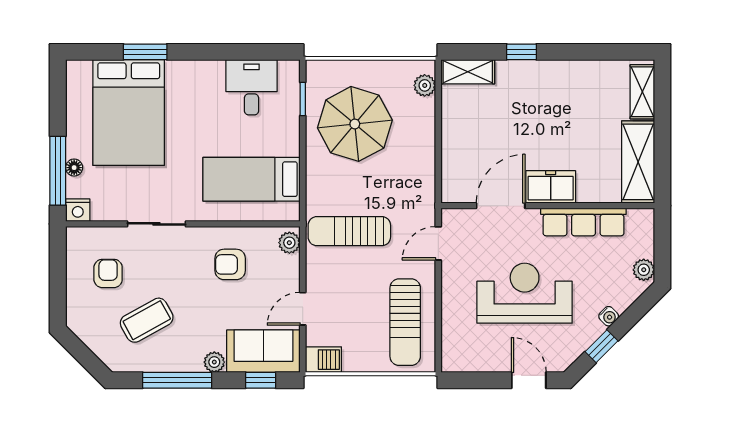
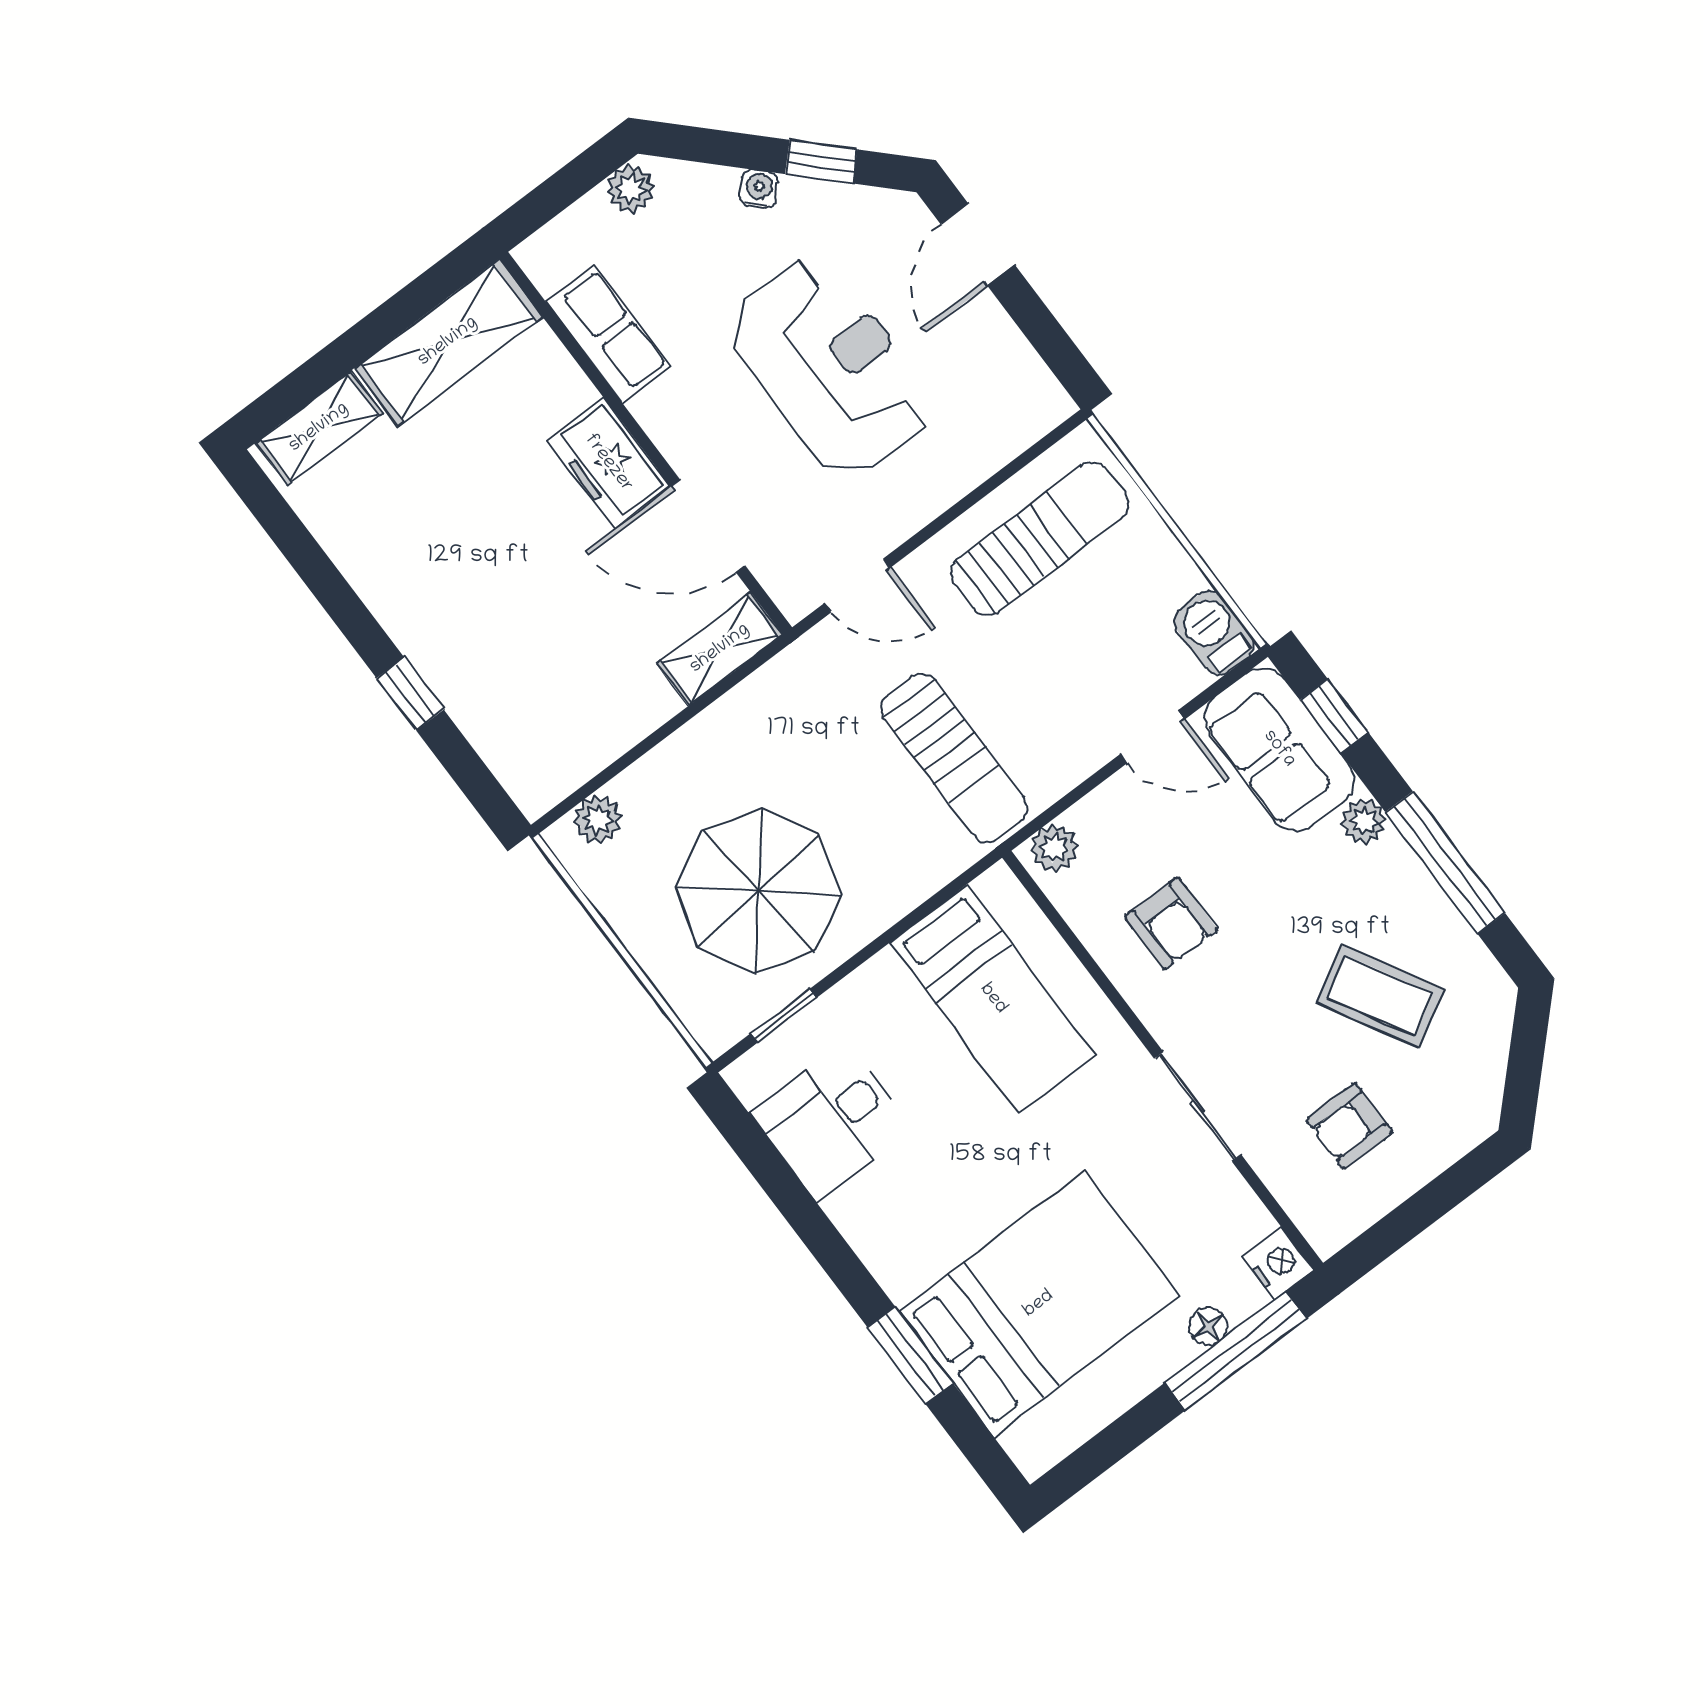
shelving: (468, 72) -> (720, 649), moved, turned 90
row of seats: (583, 222) -> (608, 334), width x0.68
reception desk: (525, 293) -> (830, 367), turned 180

